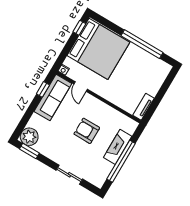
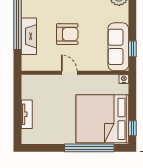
window: (142, 44) -> (89, 148), moved
door: (81, 87) -> (69, 73), moved
tv unit: (144, 107) -> (27, 114), moved

